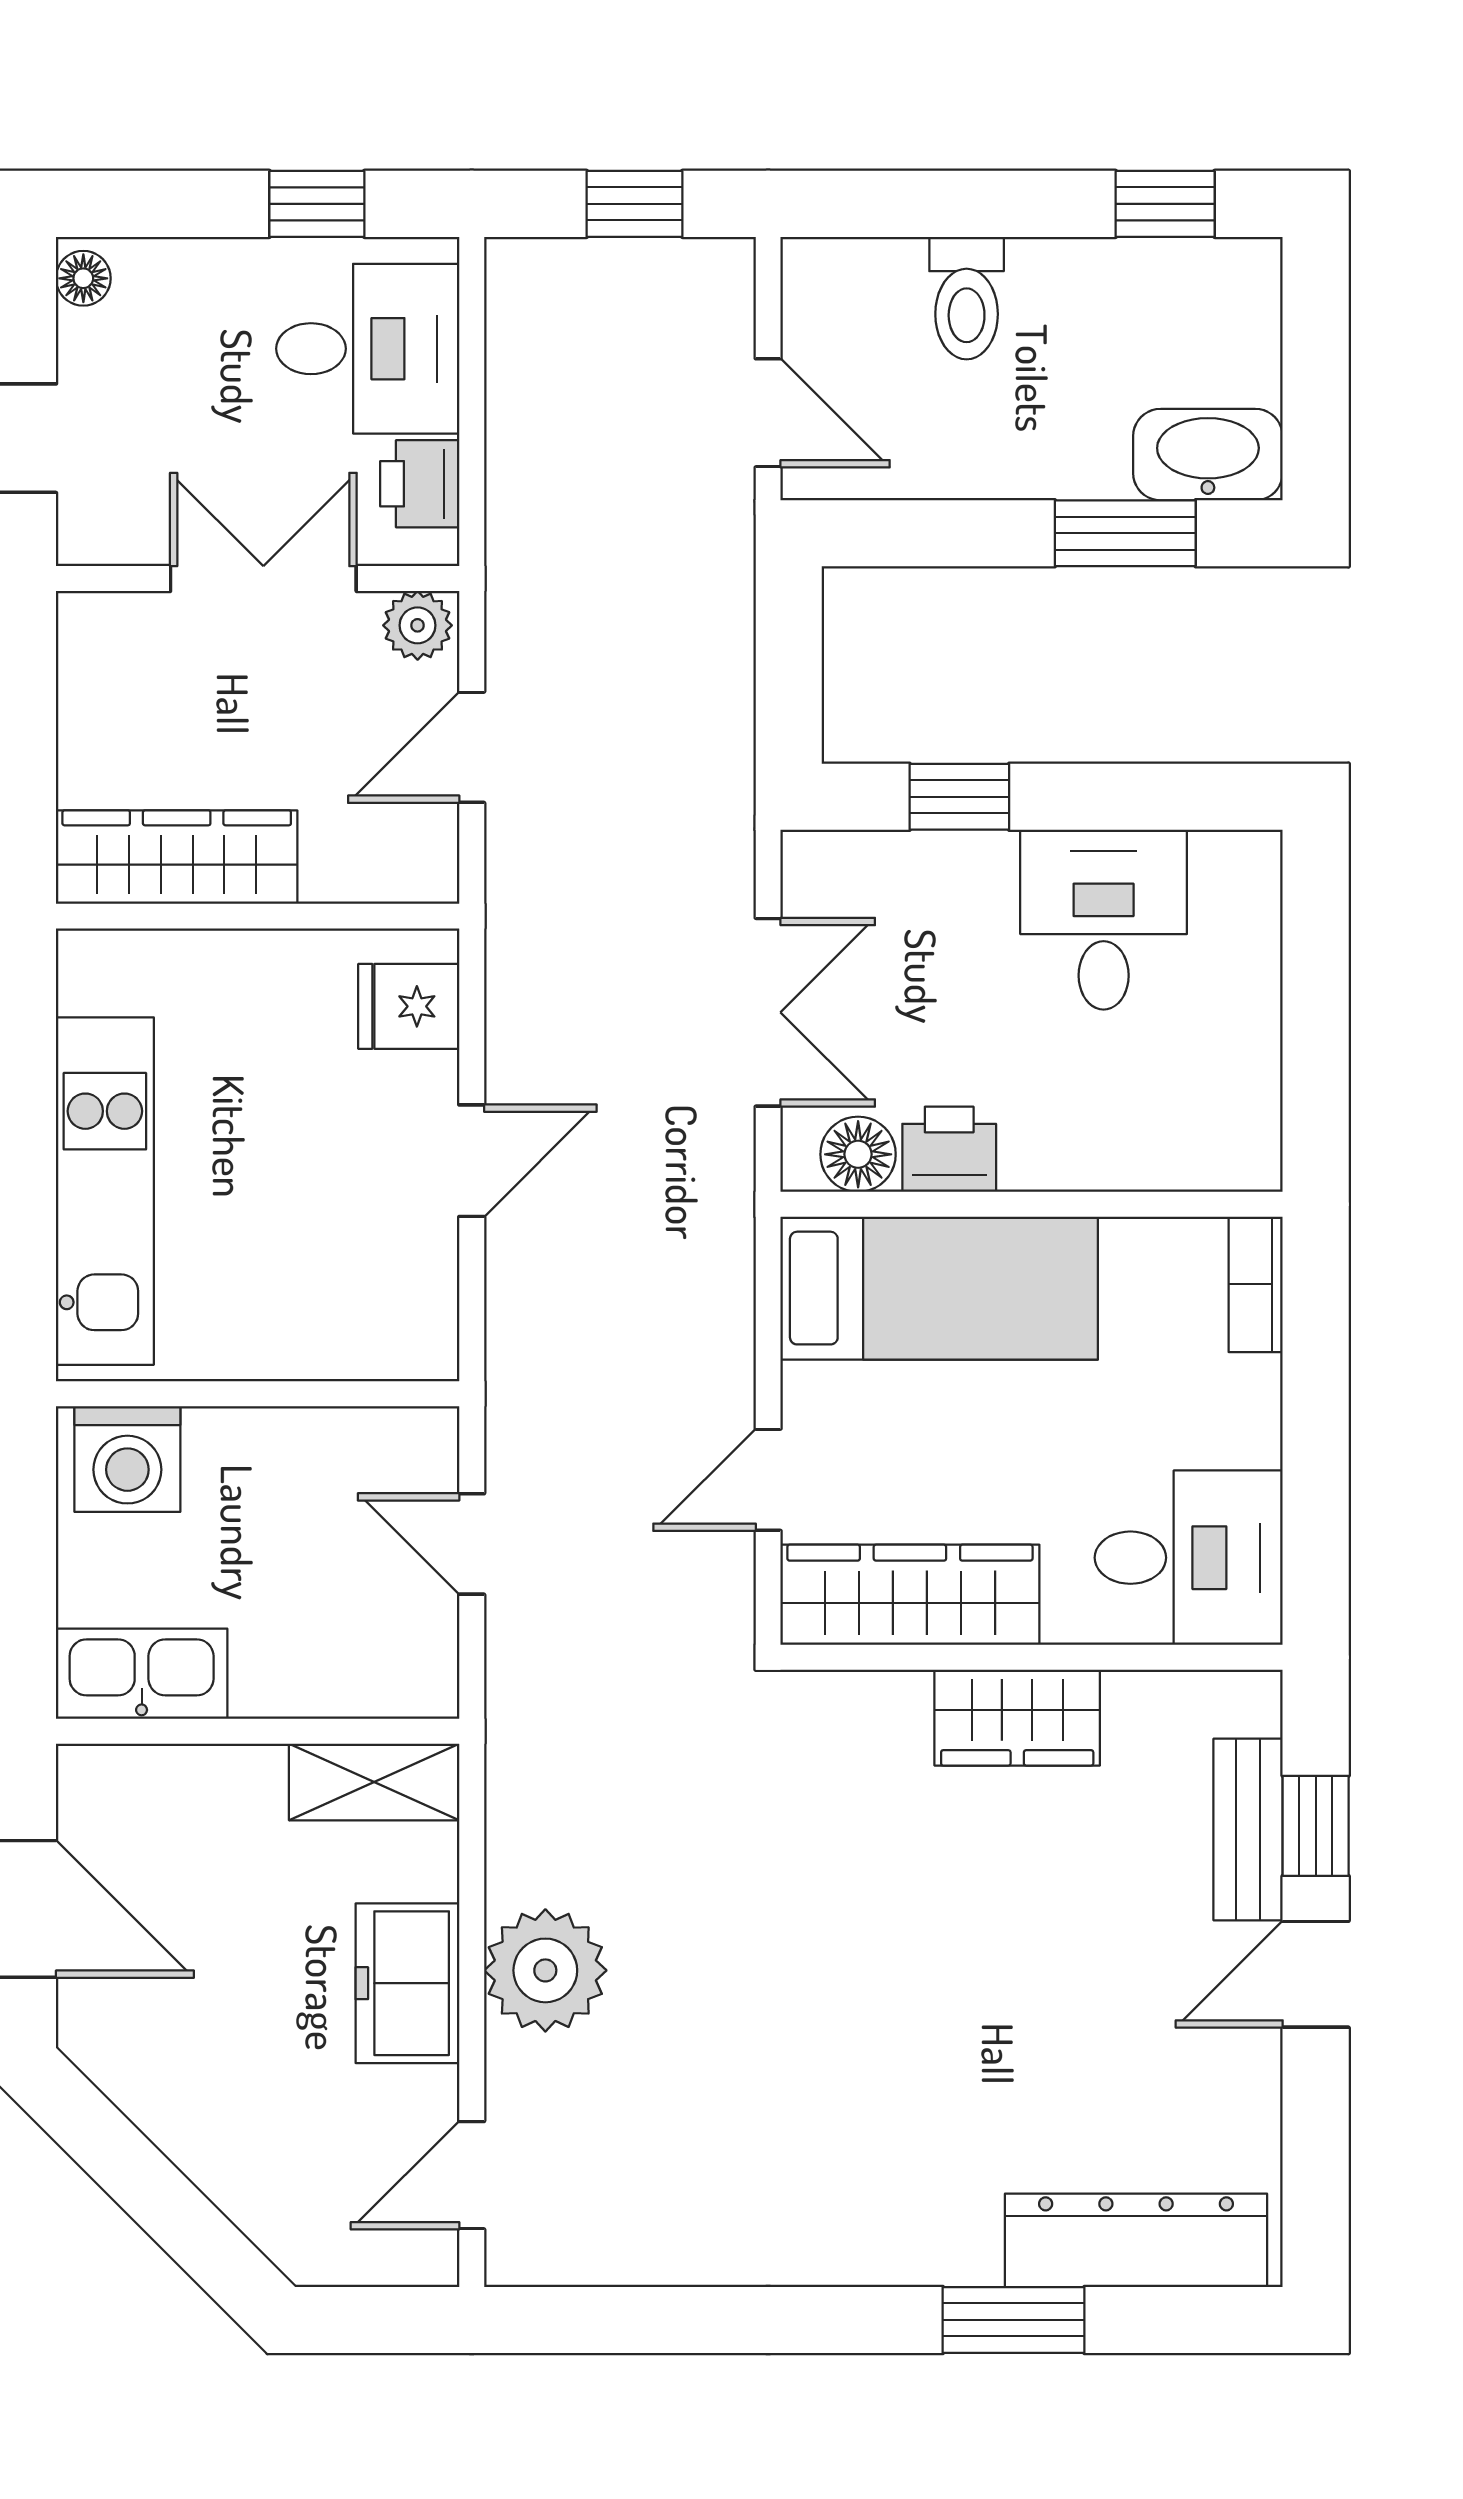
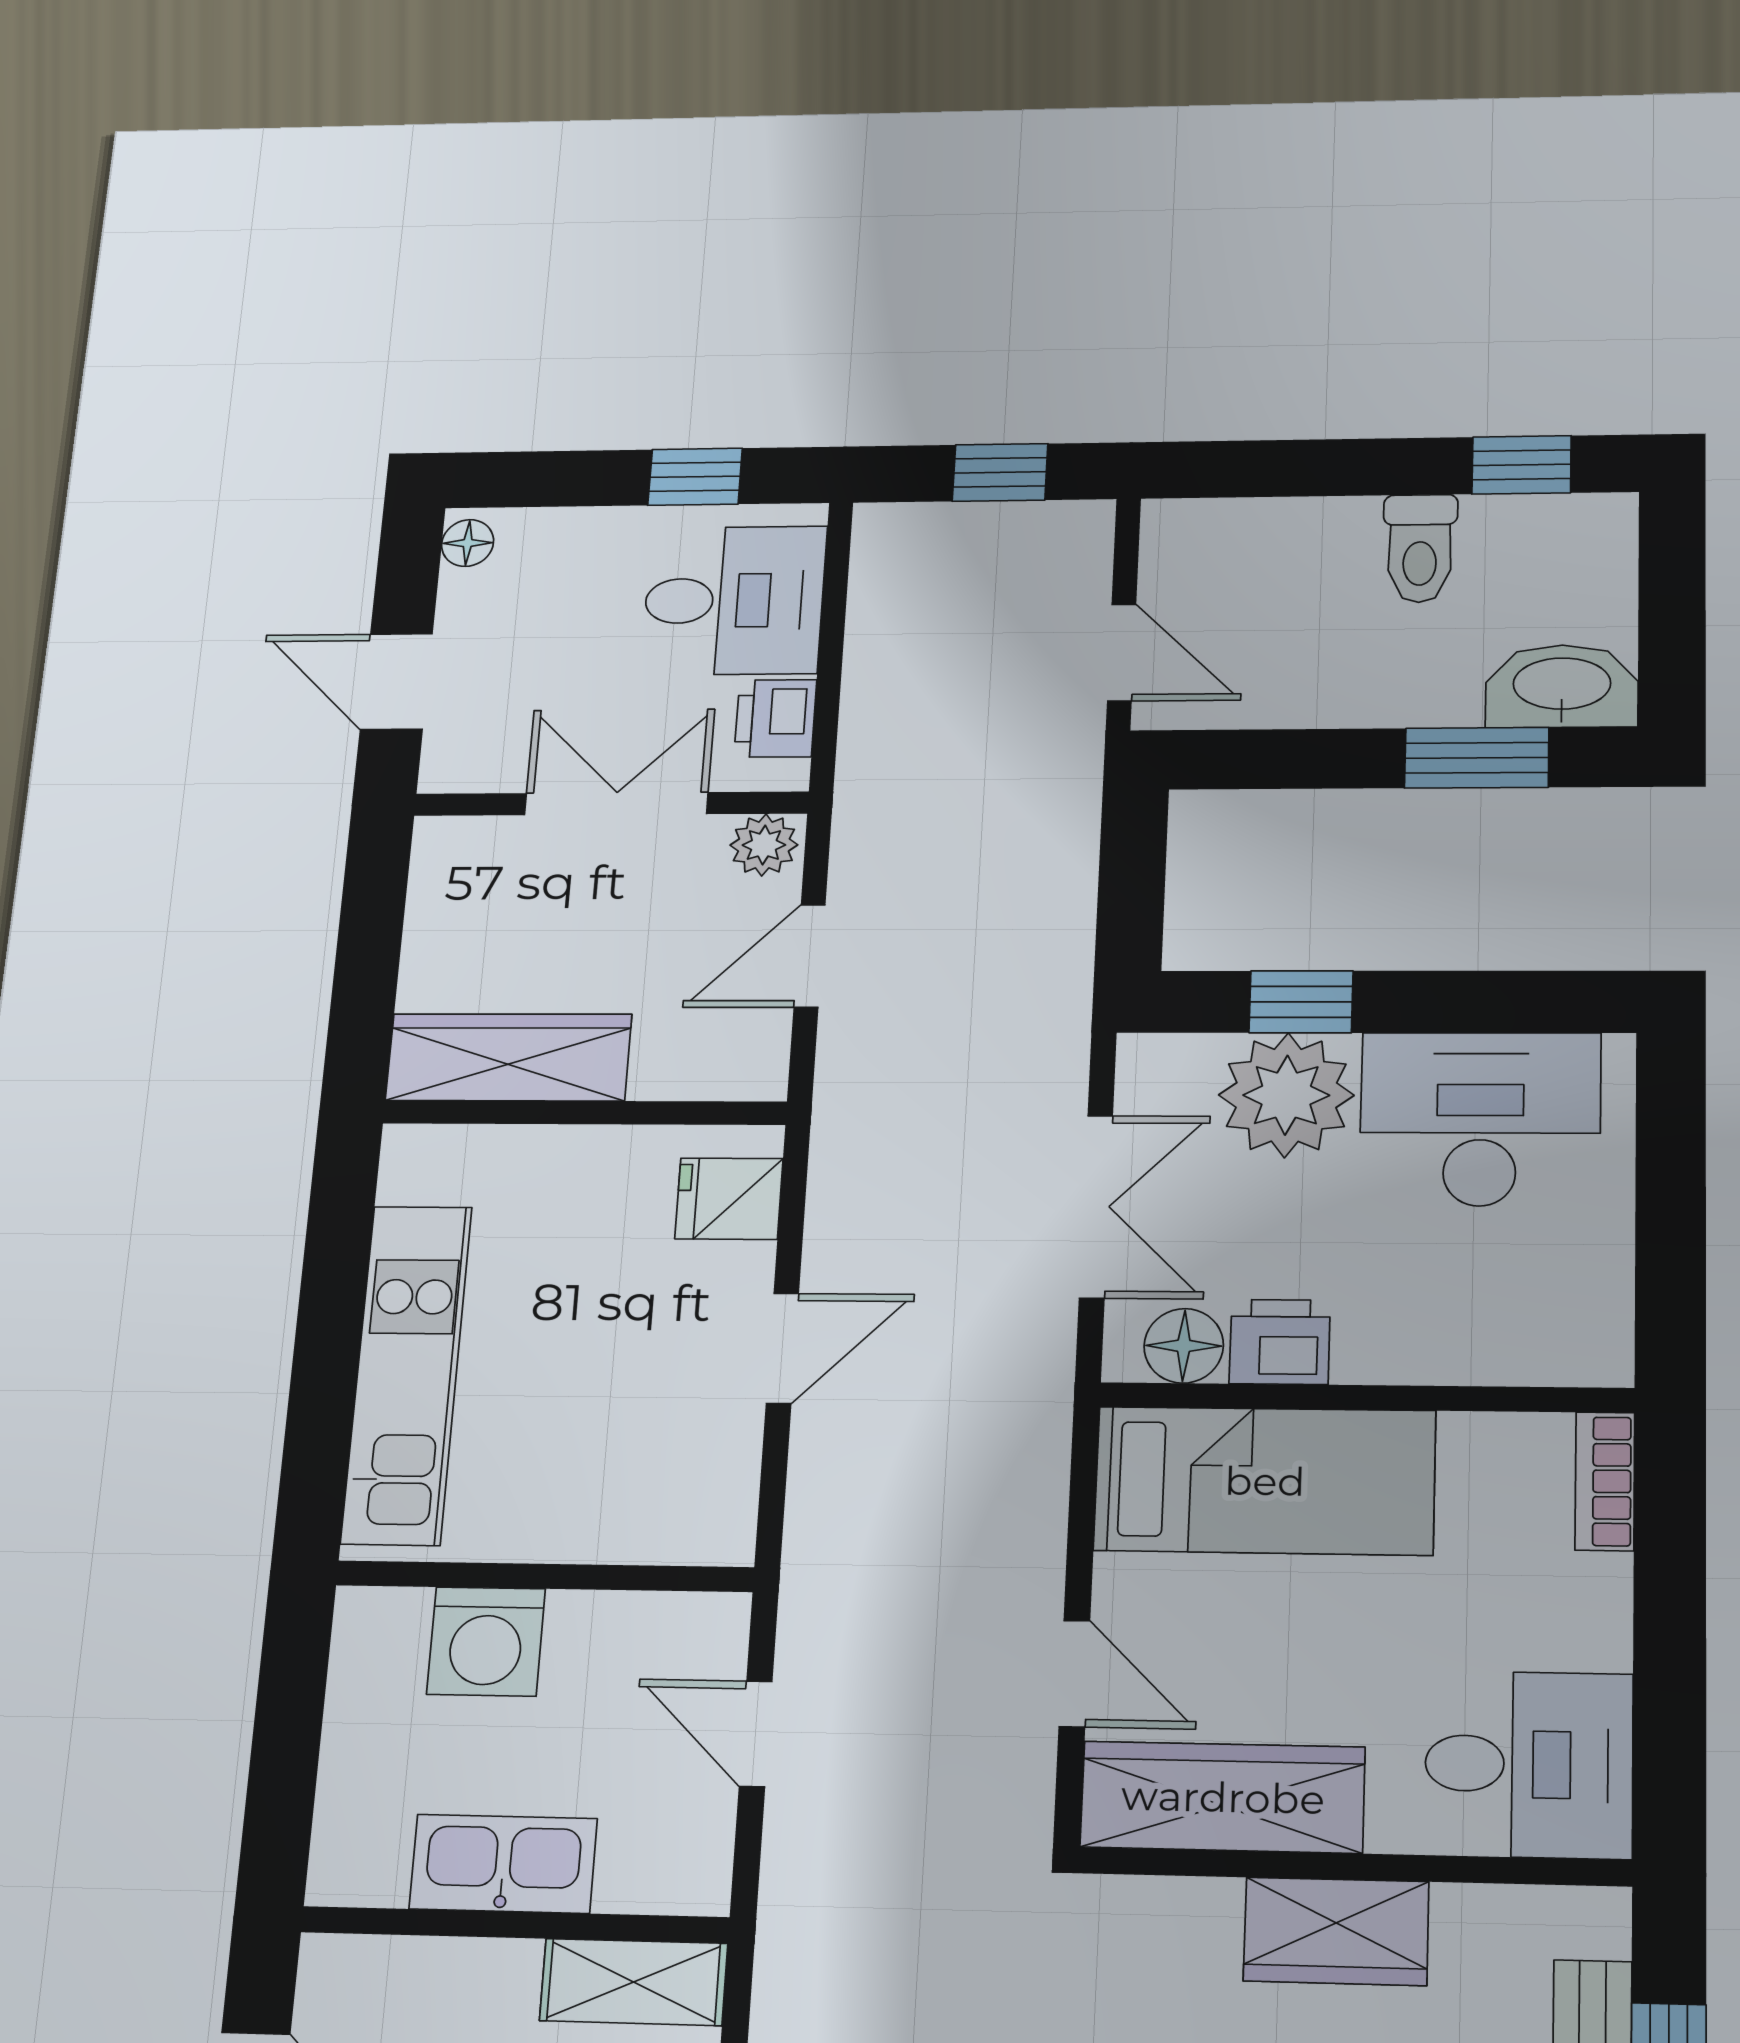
toilet: (967, 298) -> (1420, 548), moved
plant: (948, 895) -> (1286, 1095), added
desk: (1104, 920) -> (1480, 1119), width x1.37
washing machine: (127, 1459) -> (486, 1641), moved
door: (768, 1480) -> (1074, 1674), swing flipped
kitchen sink: (142, 1674) -> (503, 1864), moved

